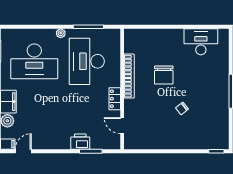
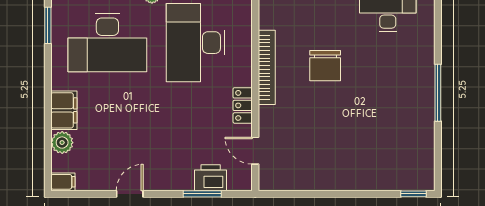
chair: (182, 108) -> (356, 122), removed
printer: (80, 142) -> (211, 178), moved
door: (23, 151) -> (130, 194), moved

